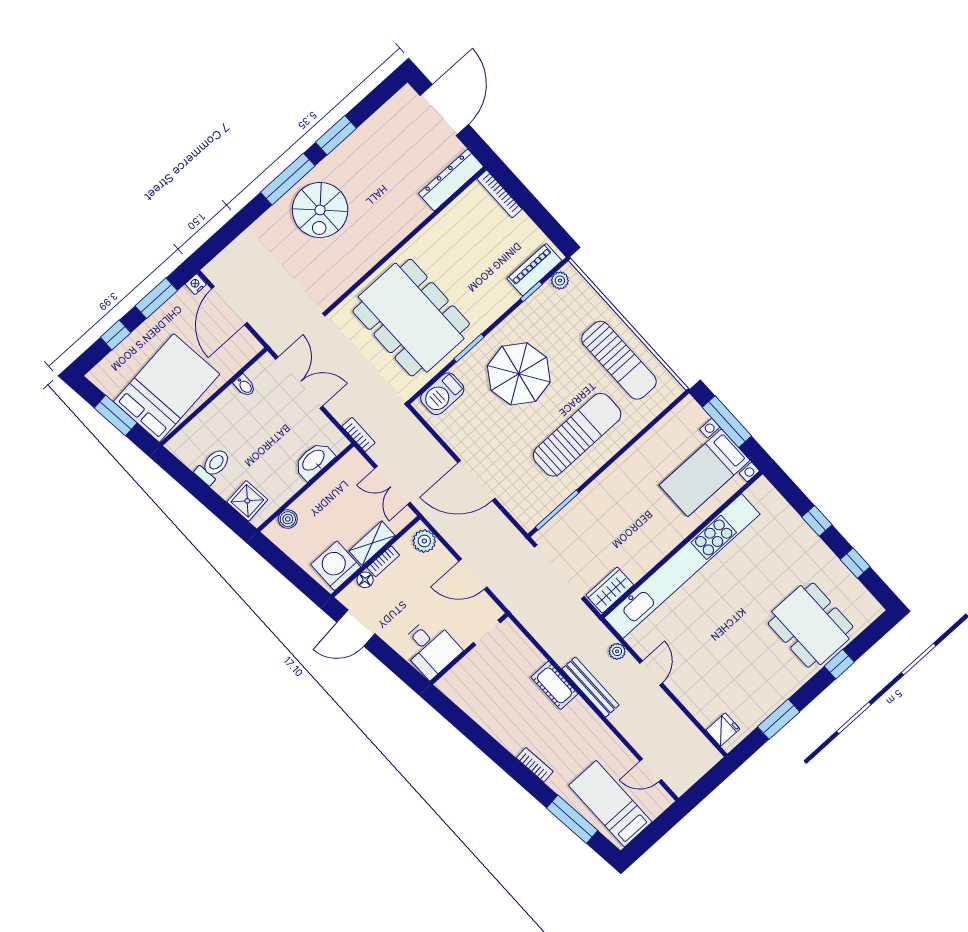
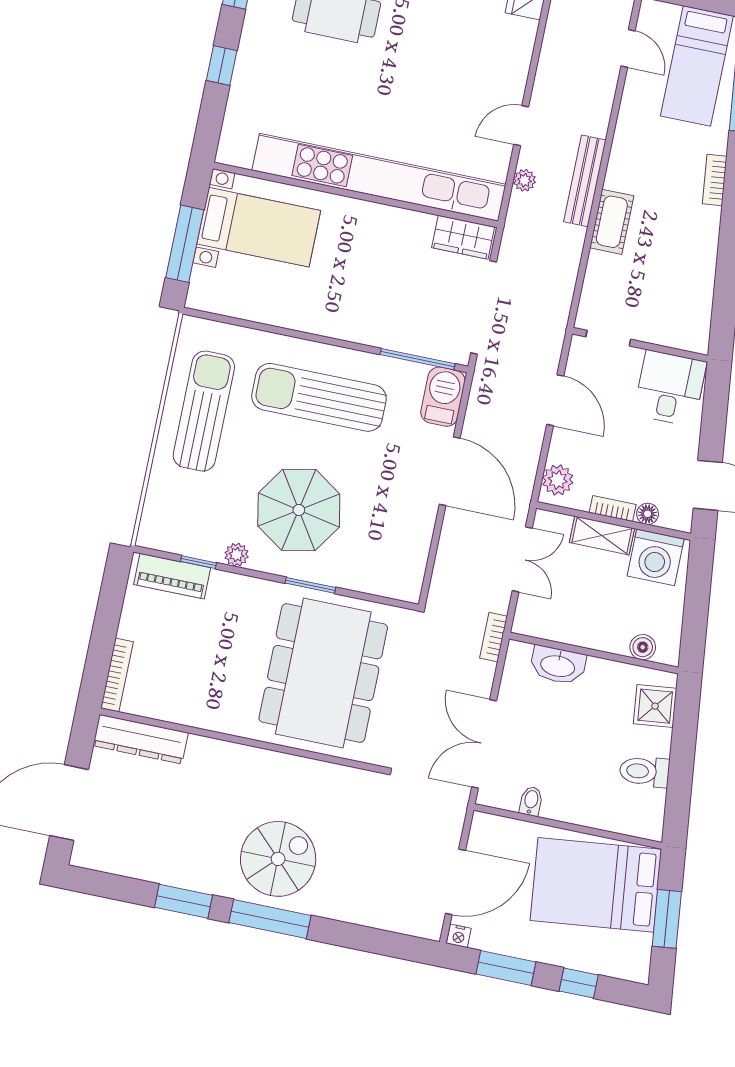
plant: (560, 280) -> (237, 555), moved
barbecue: (442, 394) -> (443, 397), moved, turned -90

